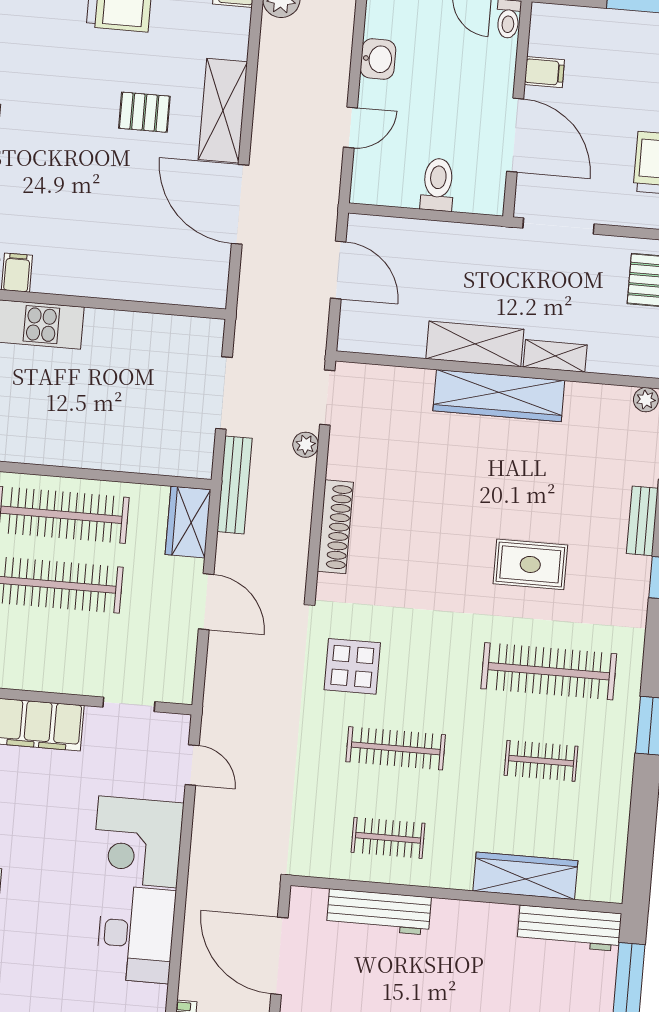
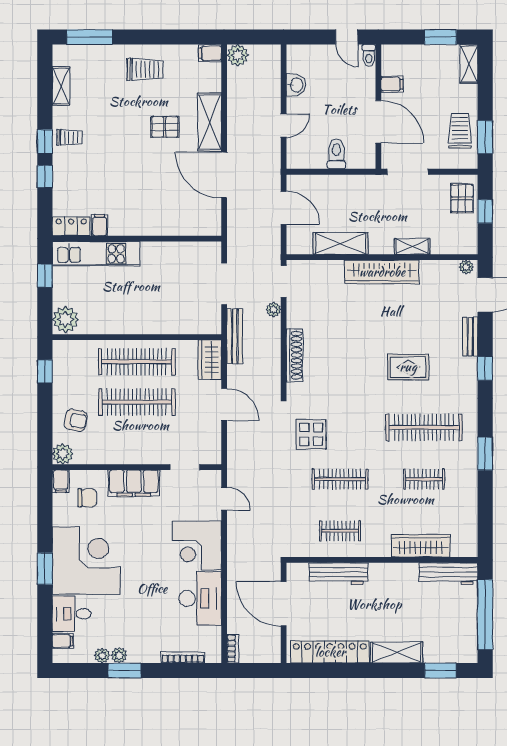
shelving: (475, 344) -> (341, 243), moved

